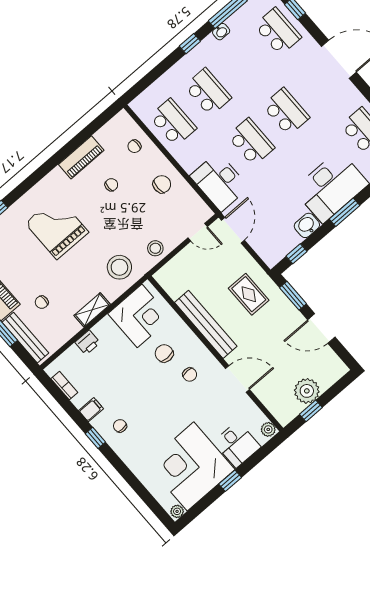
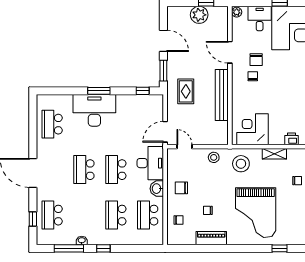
washbasin: (307, 225) -> (157, 189), moved, turned 90
grand piano: (57, 228) -> (256, 213), width x1.37, depth x1.48
chair: (164, 353) -> (256, 60), moved

